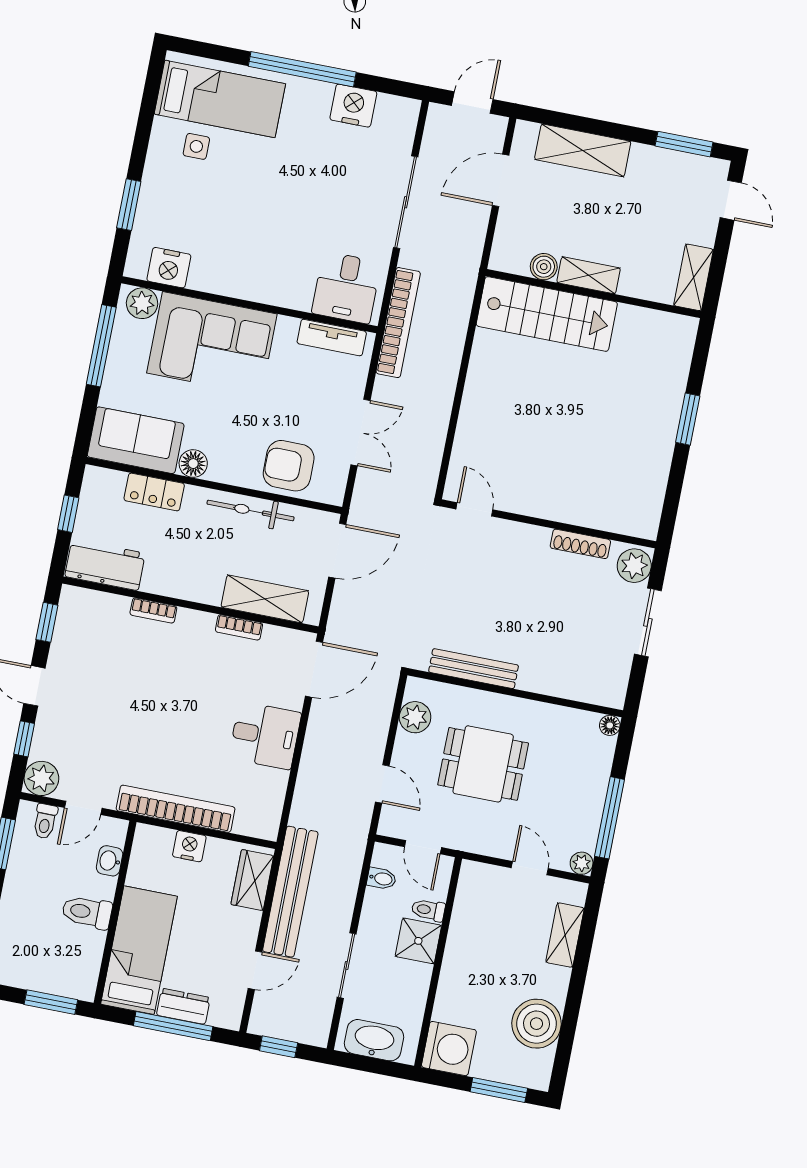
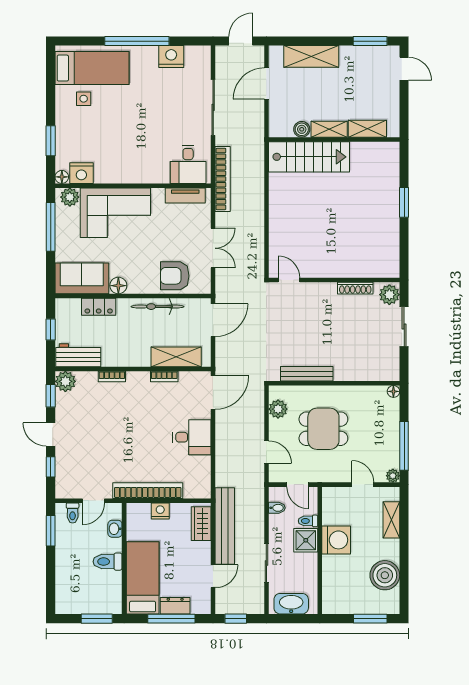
floor lamp: (135, 268) -> (62, 177), added
shelving: (694, 277) -> (367, 129), moved, turned 90
plant: (41, 778) -> (65, 381), moved
washing machine: (449, 1049) -> (336, 540), moved

